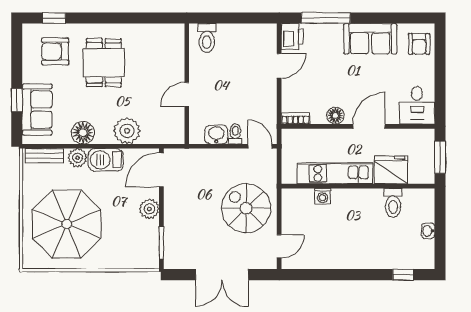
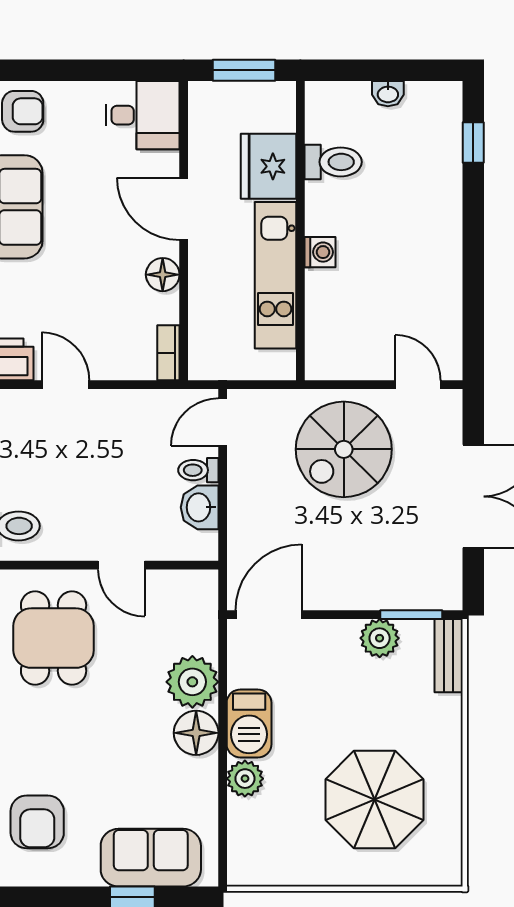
dining table: (104, 63) -> (54, 638), moved, turned 90
floor lamp: (83, 133) -> (196, 733), moved
bench: (44, 156) -> (449, 656), moved
door: (161, 170) -> (269, 615), swing flipped
washing machine: (322, 196) -> (320, 252), moved
plant: (149, 209) -> (380, 638), moved
parasol: (67, 224) -> (374, 800), width x0.73, depth x0.73

